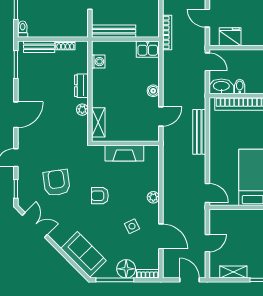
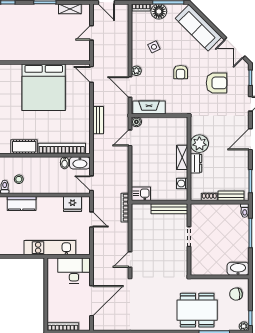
boiler: (153, 91) -> (136, 122), moved
plant: (82, 110) -> (199, 144), width x1.88, depth x1.88
shelving: (98, 122) -> (182, 157), moved
bench: (199, 132) -> (98, 120), width x0.73
fireplace: (124, 153) -> (149, 107), moved
armchair: (57, 183) -> (216, 83), turned -82
armchair: (100, 196) -> (181, 72), turned 90
door: (161, 236) -> (130, 87), moved
sofa: (84, 254) -> (199, 28), width x1.36

